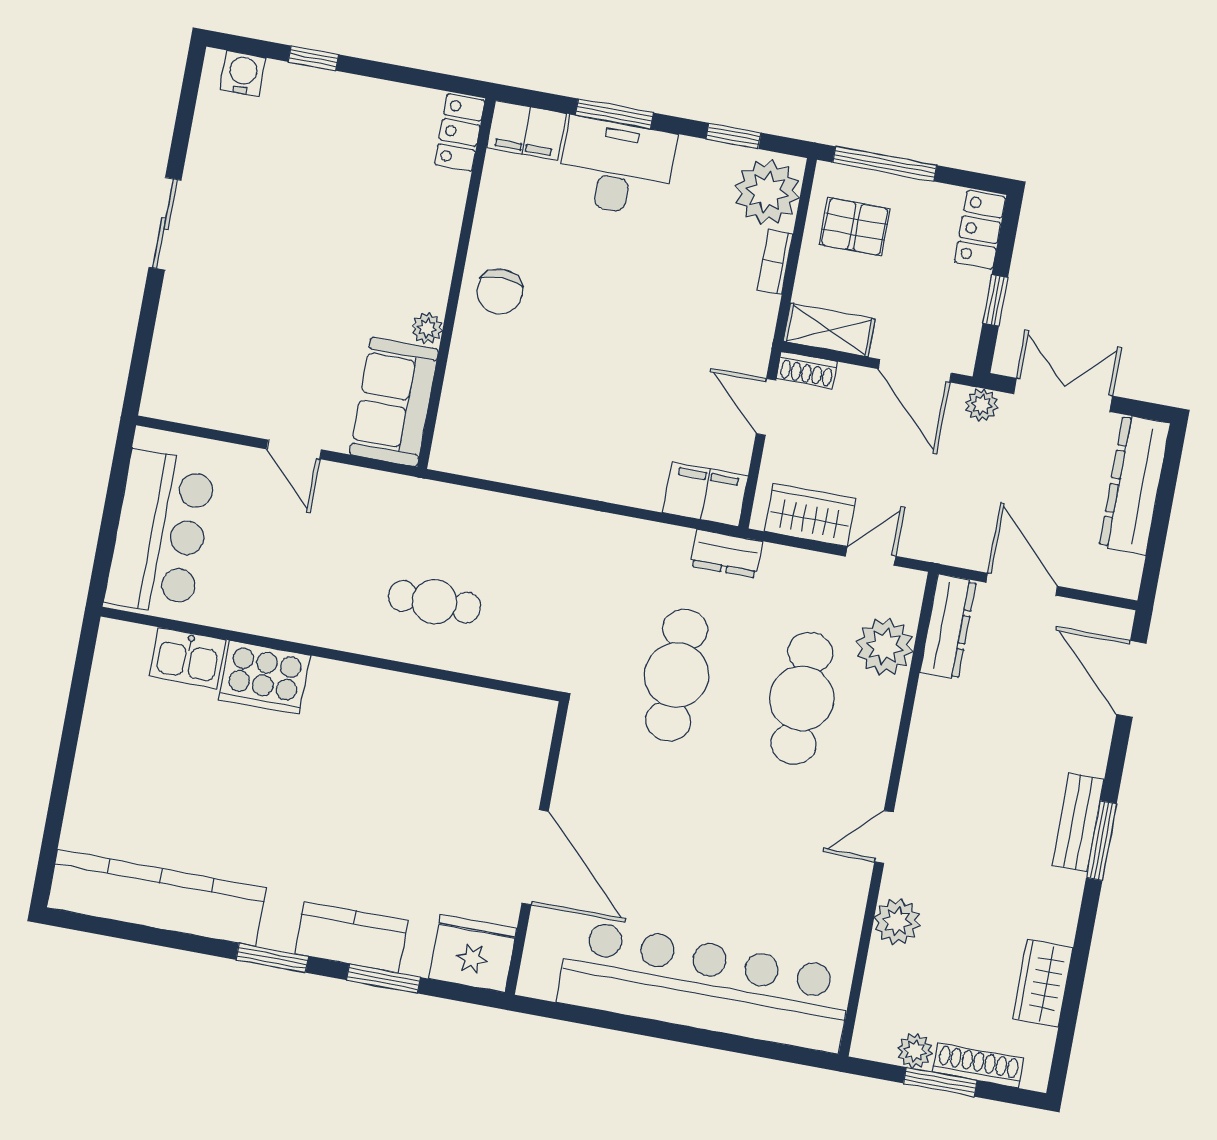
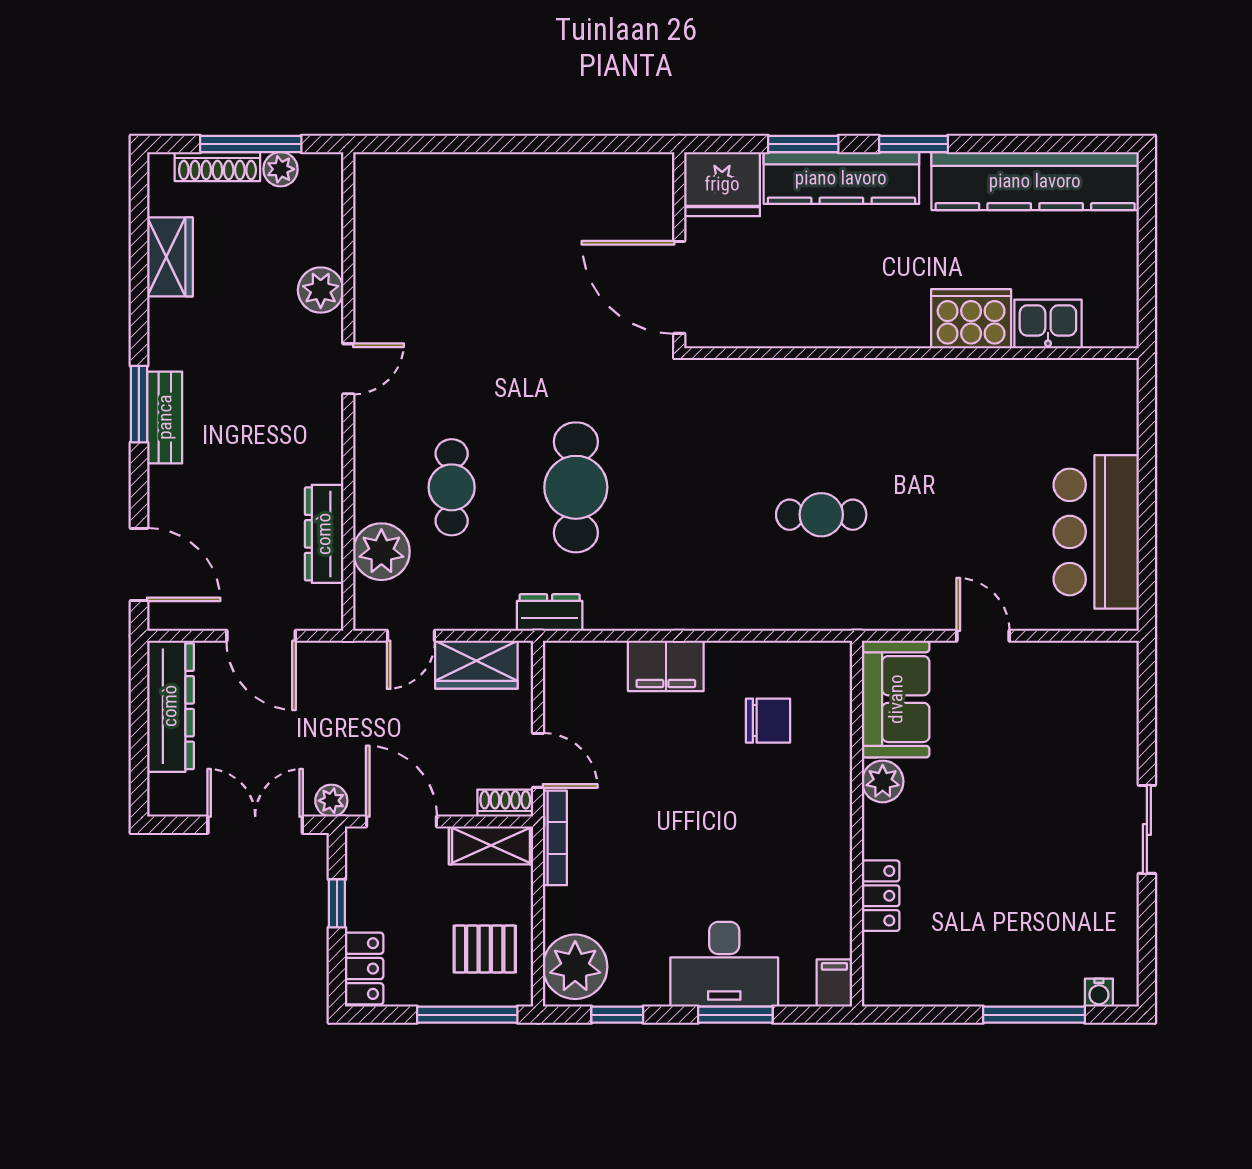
window: (313, 58) -> (1034, 1015), width x2.17
water cooler: (243, 74) -> (1099, 993), width x0.72, depth x0.72
filing cabinet: (526, 131) -> (834, 983), width x0.50
locker: (460, 132) -> (881, 896), moved
bookcase: (775, 262) -> (555, 838), moved, width x1.56
chair: (500, 291) -> (768, 721), moved, turned 90
plant: (427, 328) -> (883, 781), width x1.38, depth x1.38
double door: (1063, 395) -> (255, 825), swing flipped
dresser: (1135, 485) -> (170, 706), moved
filing cabinet: (705, 494) -> (666, 666), moved
dresser: (948, 627) -> (324, 534), moved
wall: (331, 654) -> (911, 353), moved
kitchen sink: (188, 658) -> (1048, 324), moved
cooker: (264, 678) -> (971, 319), moved
cafe table: (802, 698) -> (452, 487), width x0.73, depth x0.74
kitchen counter: (351, 937) -> (841, 178), width x1.50
bar counter: (705, 986) -> (494, 194), removed
window: (940, 1082) -> (251, 144), width x1.44

